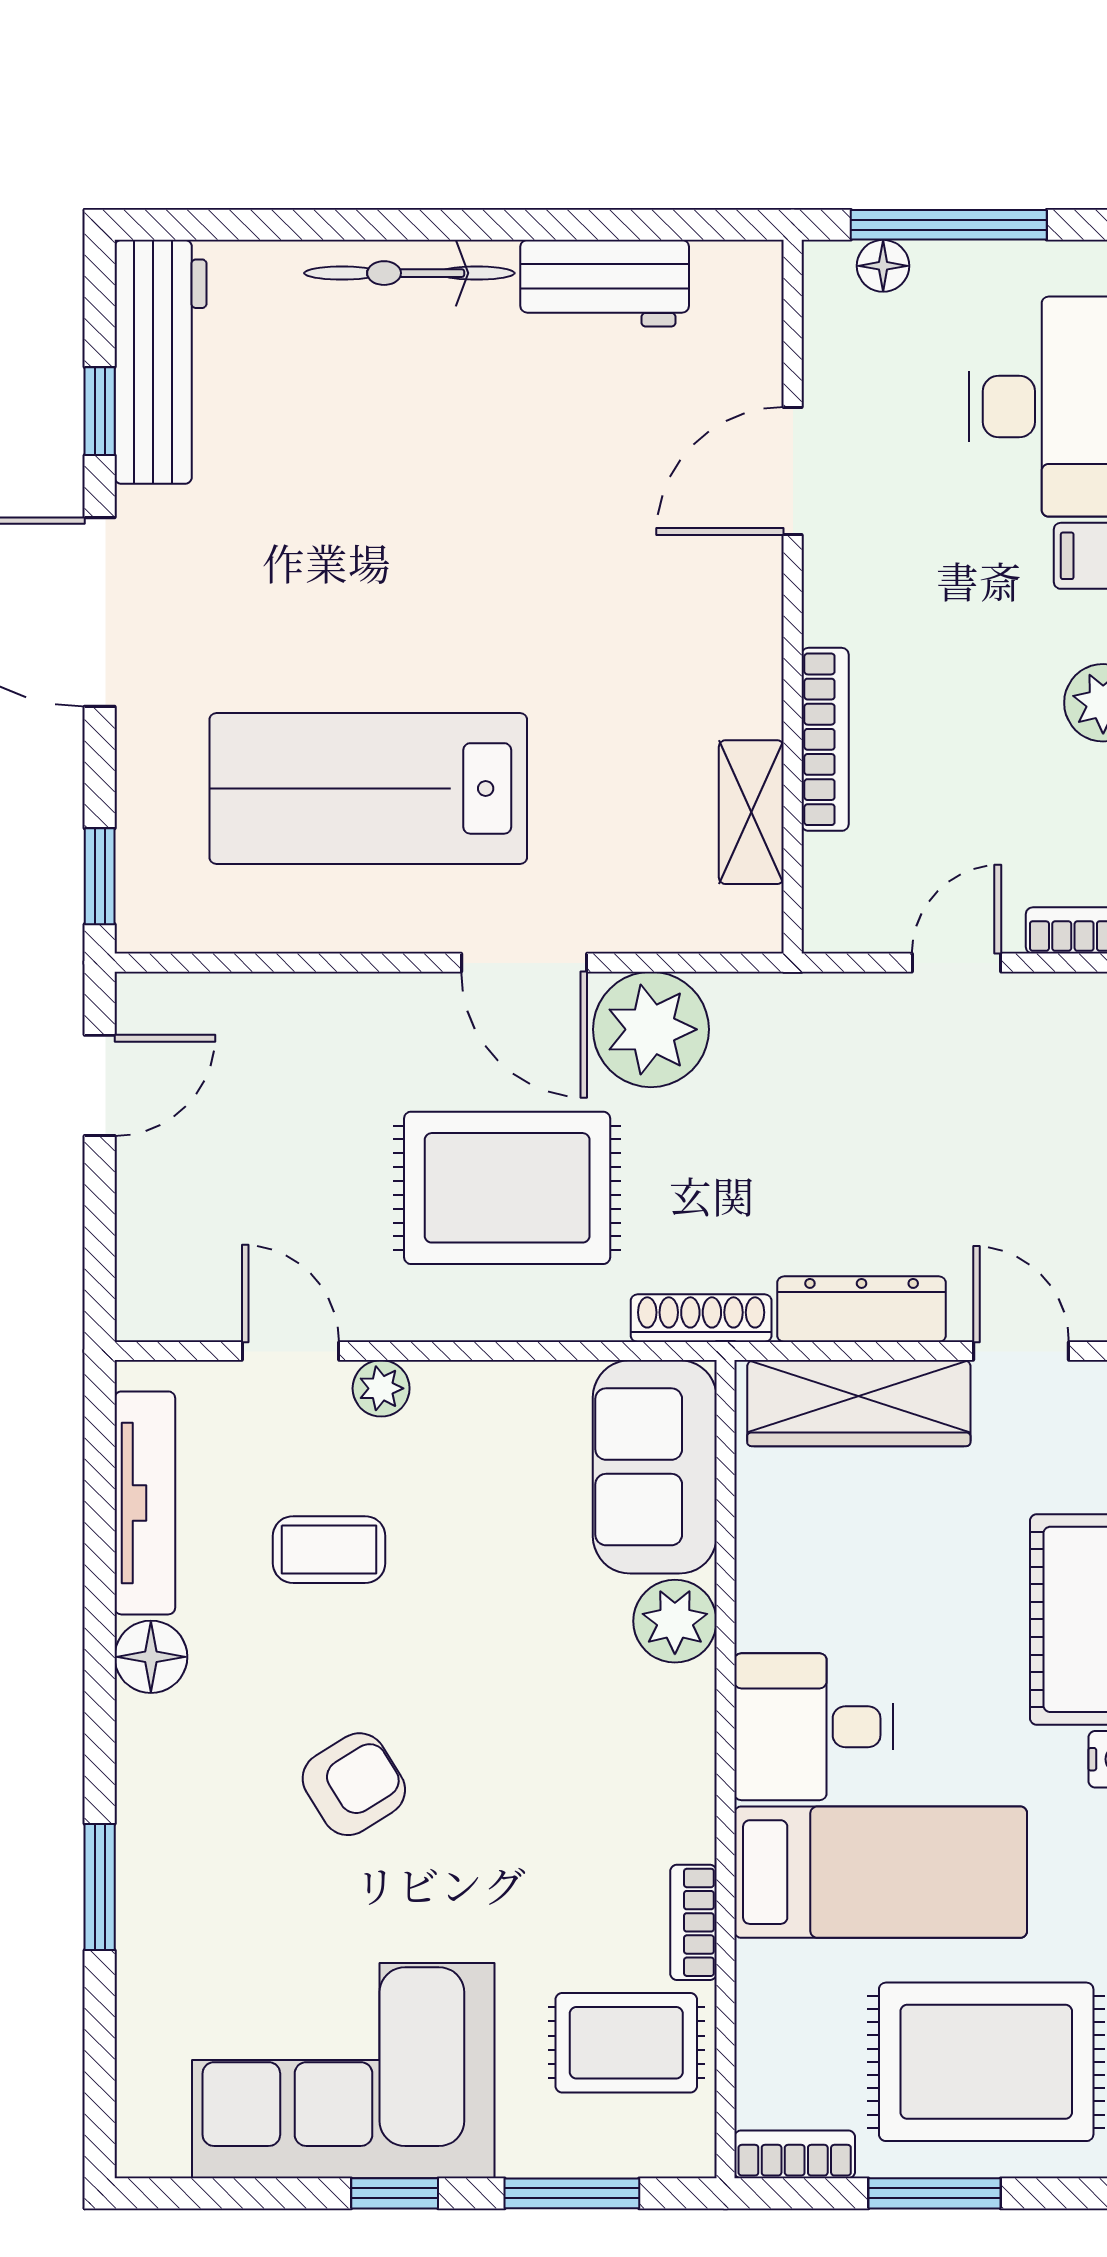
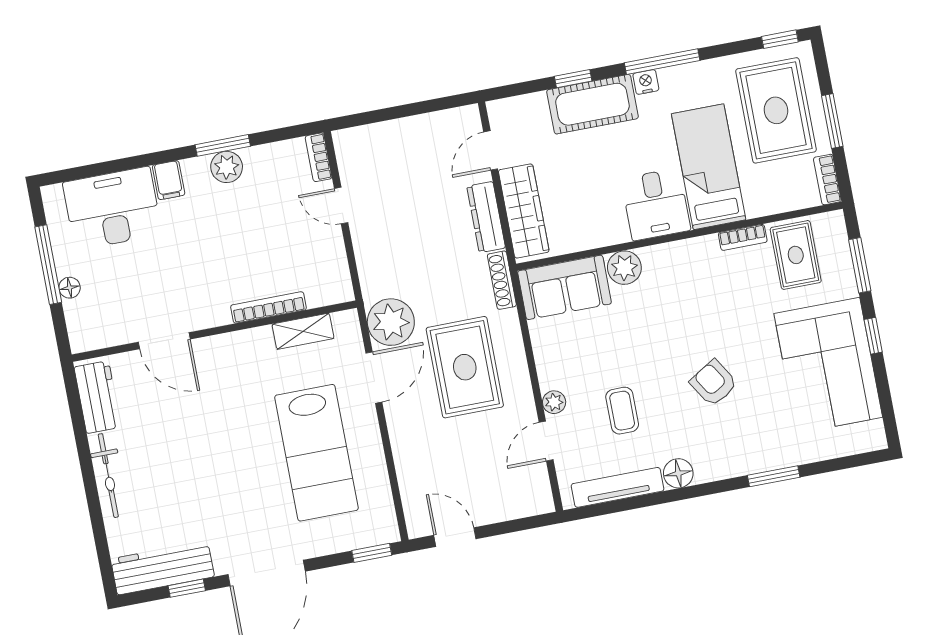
door: (793, 471) -> (164, 341), moved
wall: (793, 597) -> (214, 331), moved
bookcase: (825, 739) -> (268, 307), moved
shelving: (751, 812) -> (303, 331), moved

